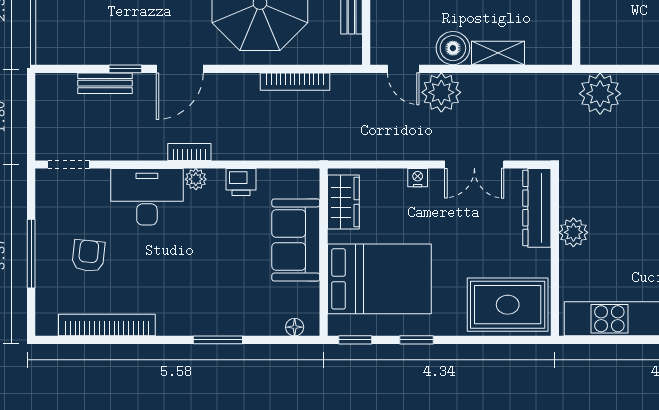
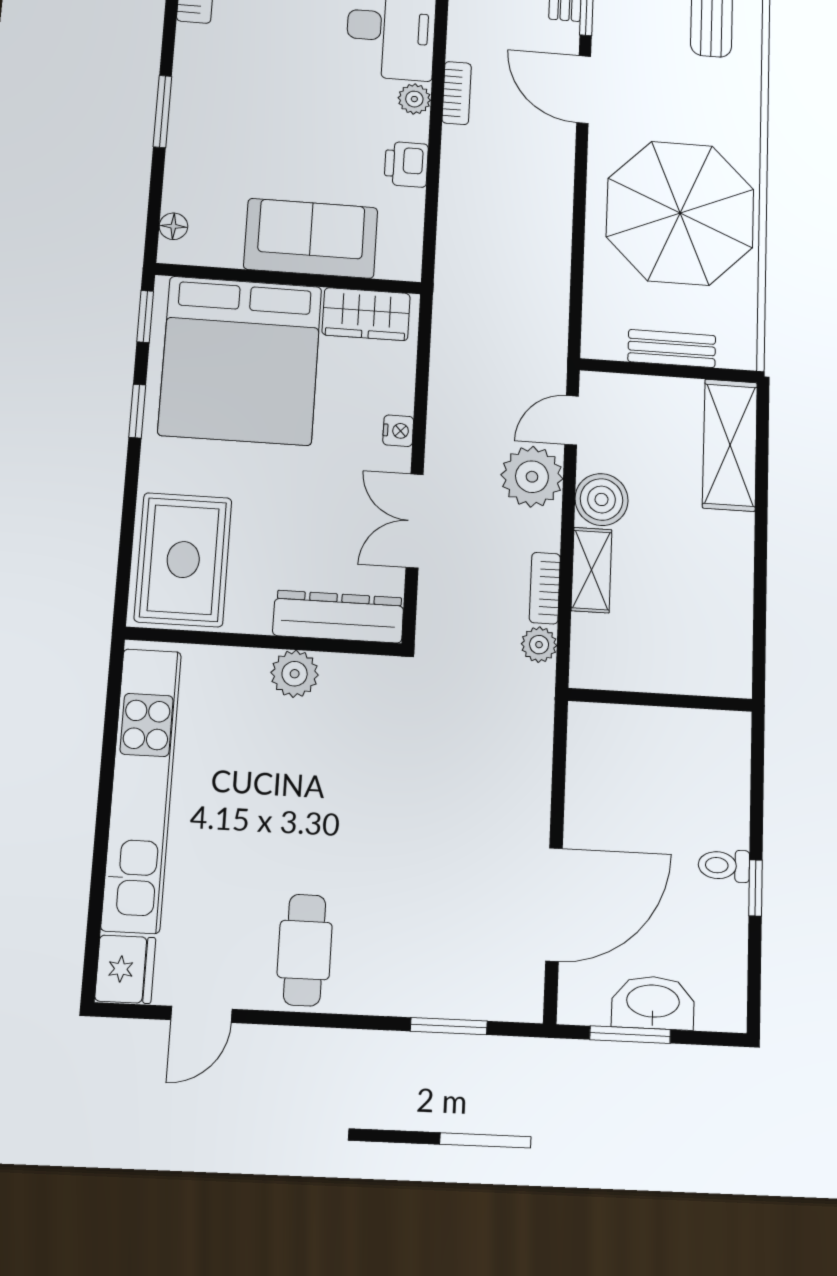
bookcase: (295, 82) -> (545, 588), moved, width x0.64
plant: (600, 94) -> (539, 645), moved, width x0.53, depth x0.53
bed: (379, 279) -> (240, 361), width x1.36

